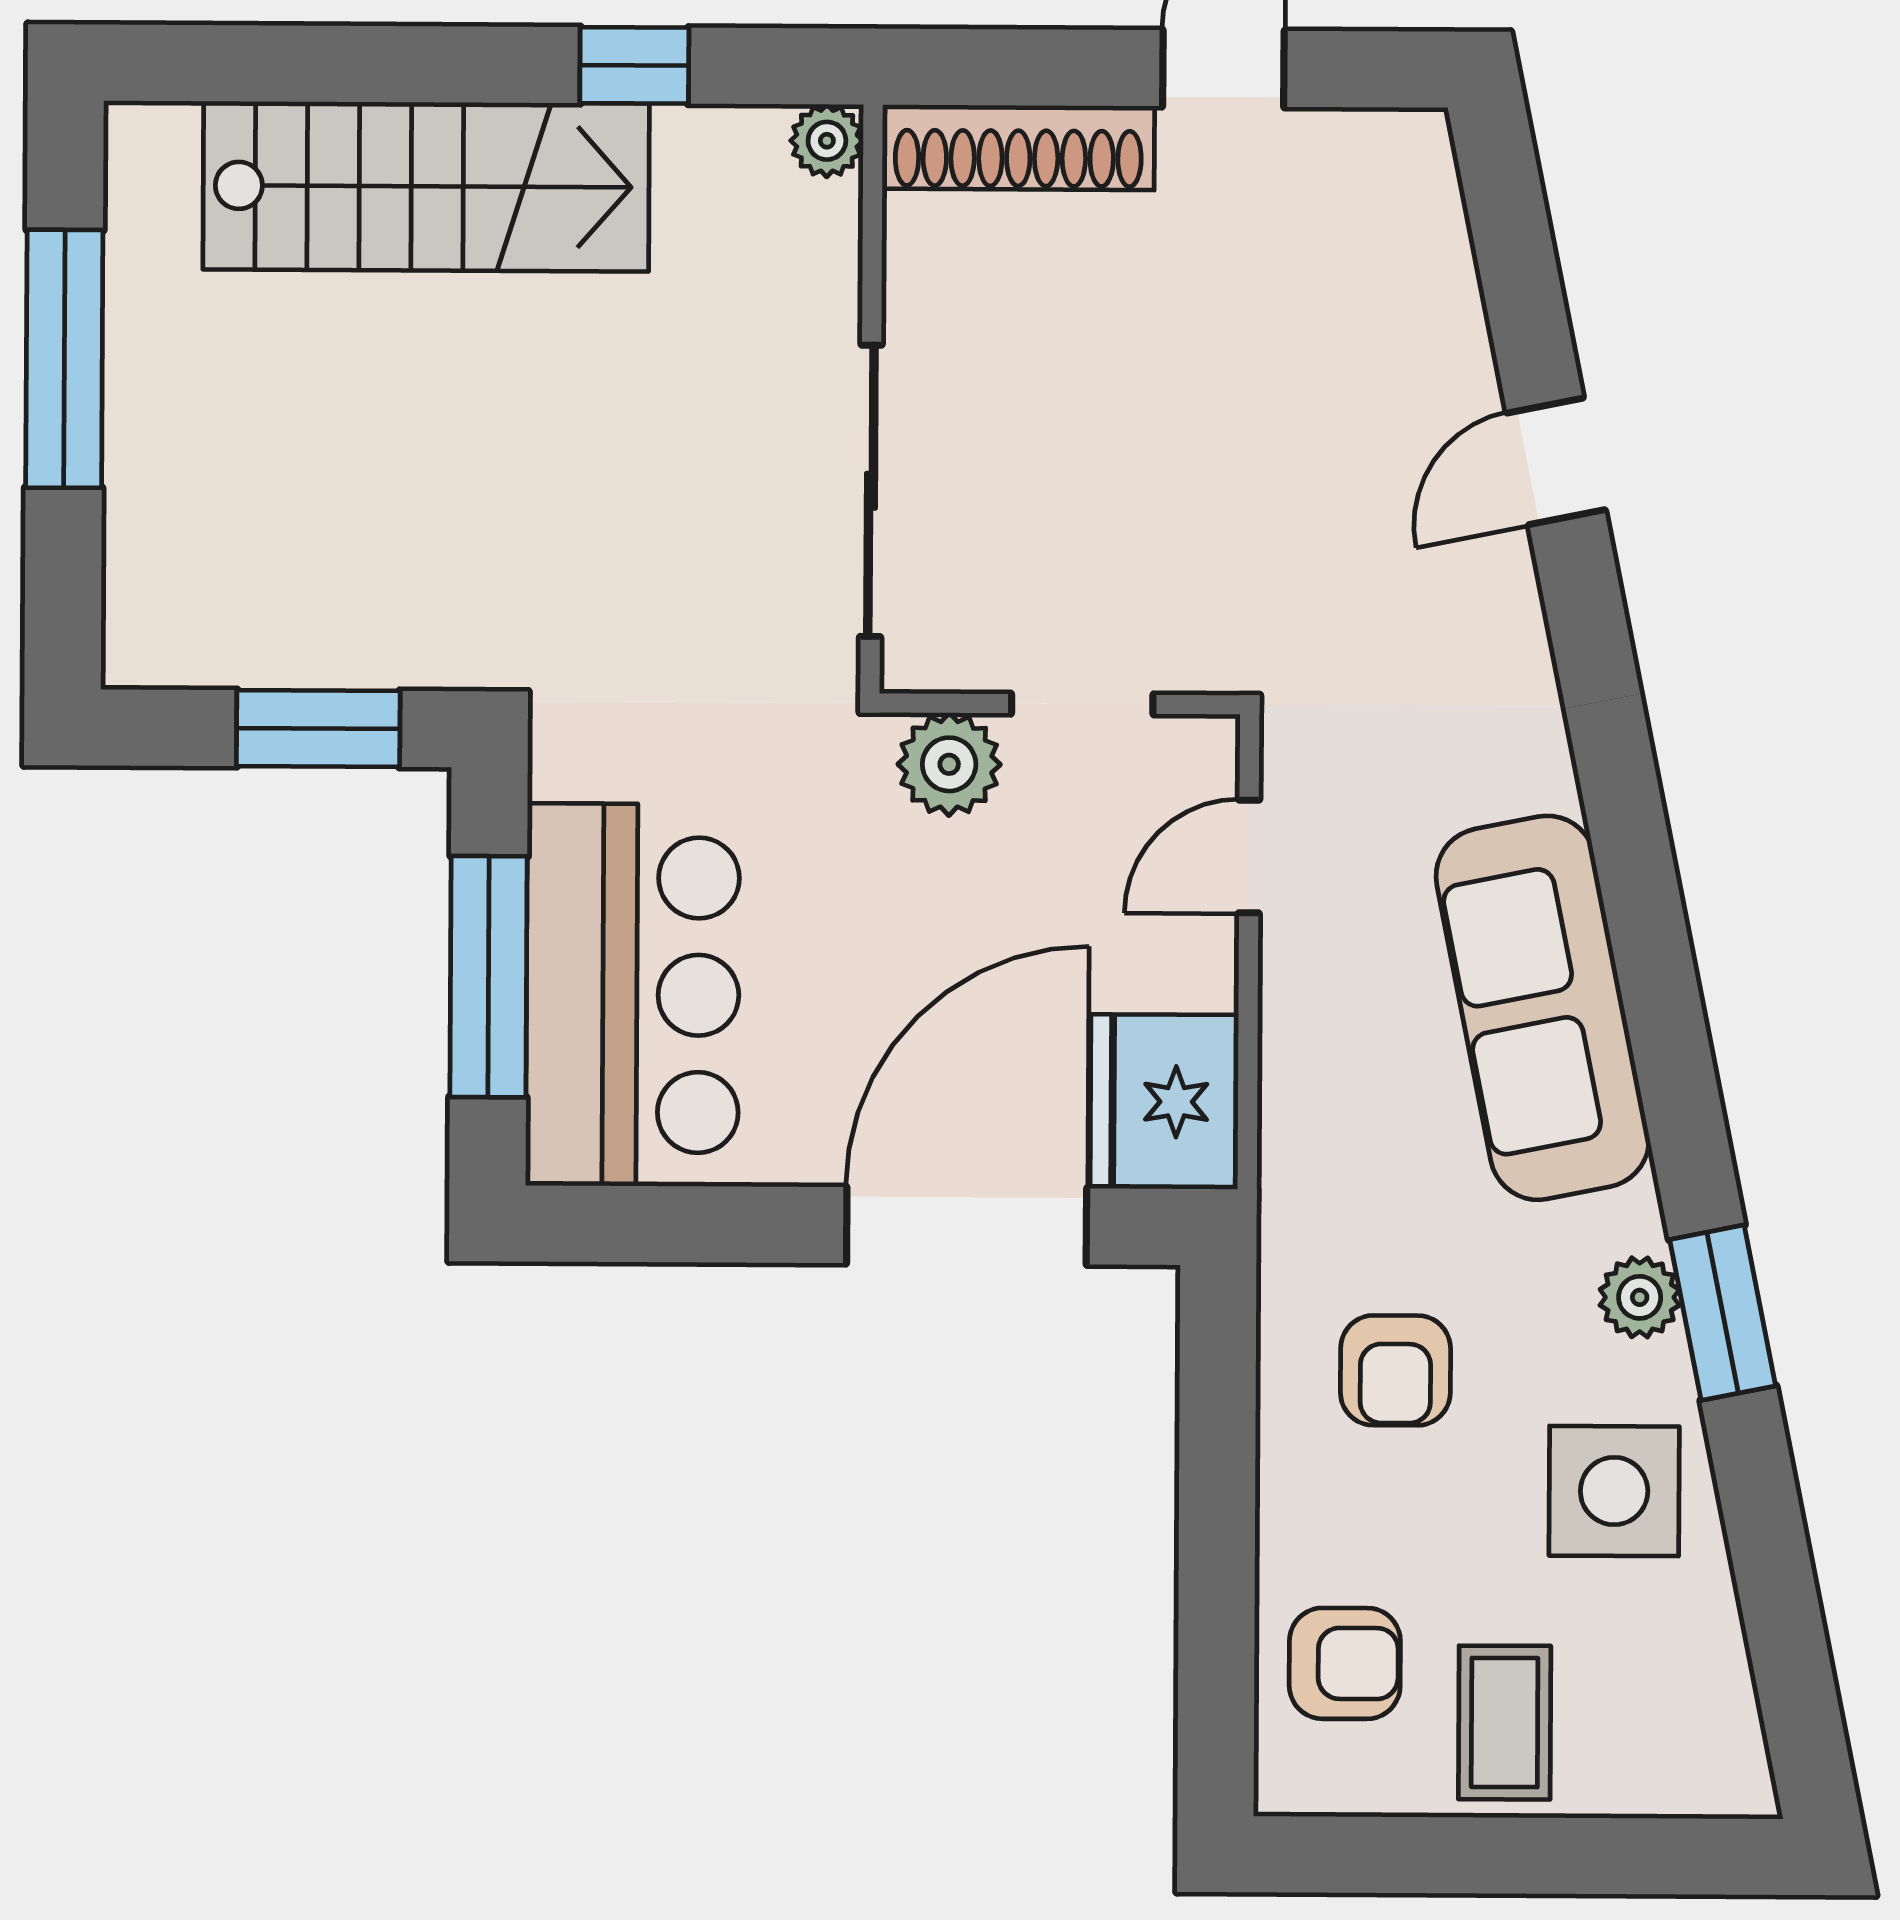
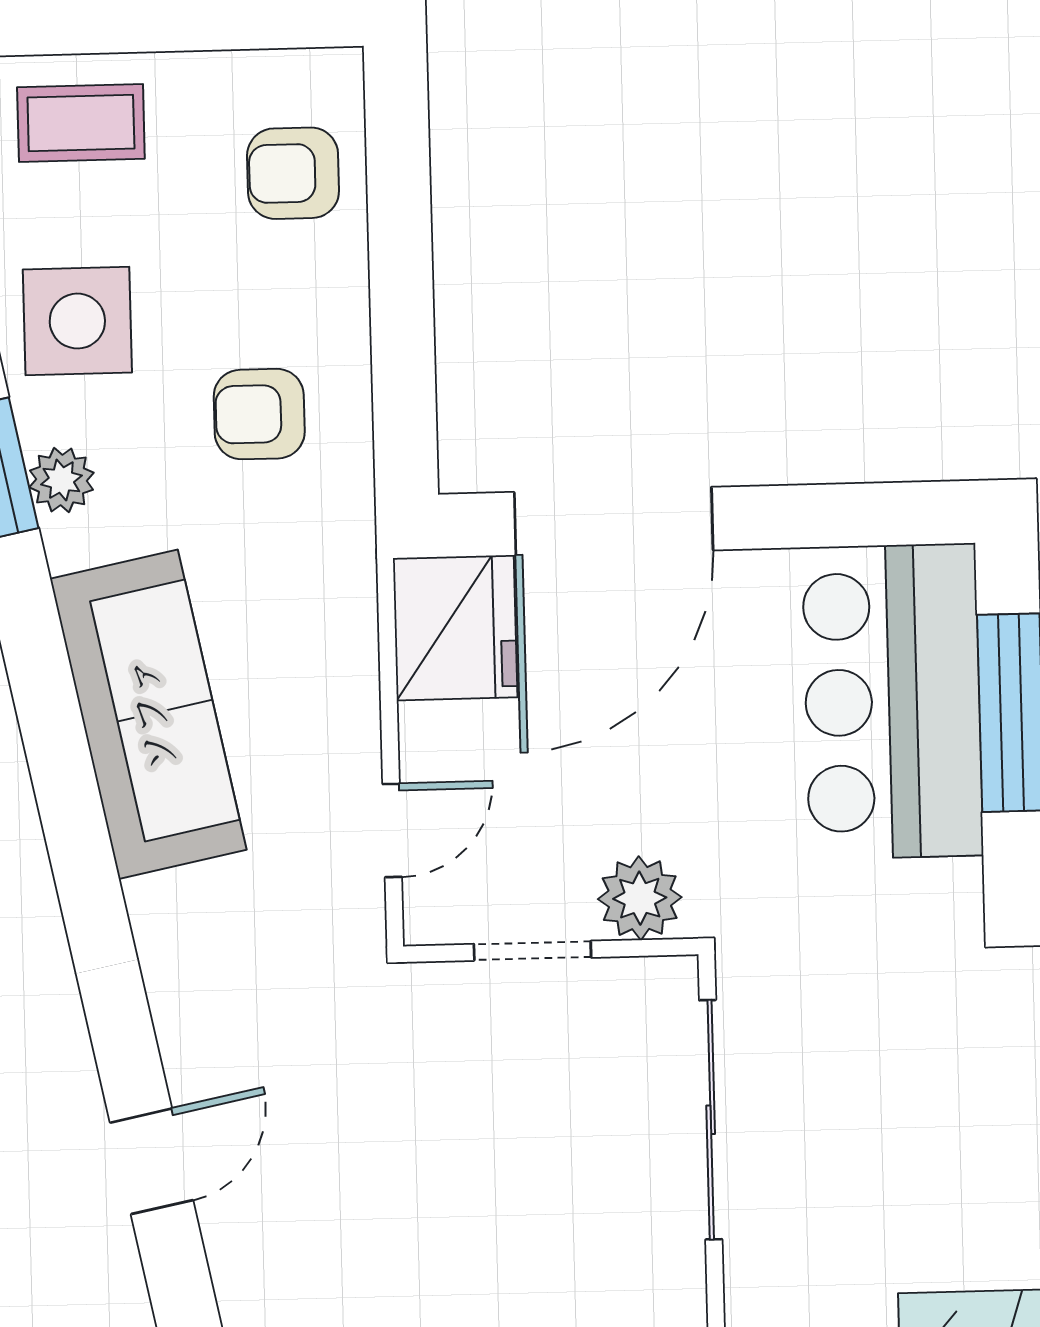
armchair: (1395, 1370) -> (259, 414), turned -90
coffee table: (1505, 1723) -> (81, 123), moved, turned 90

